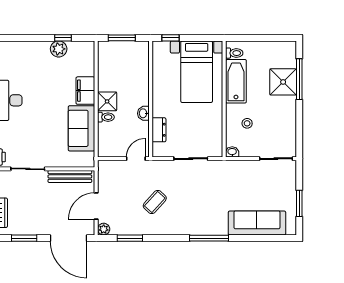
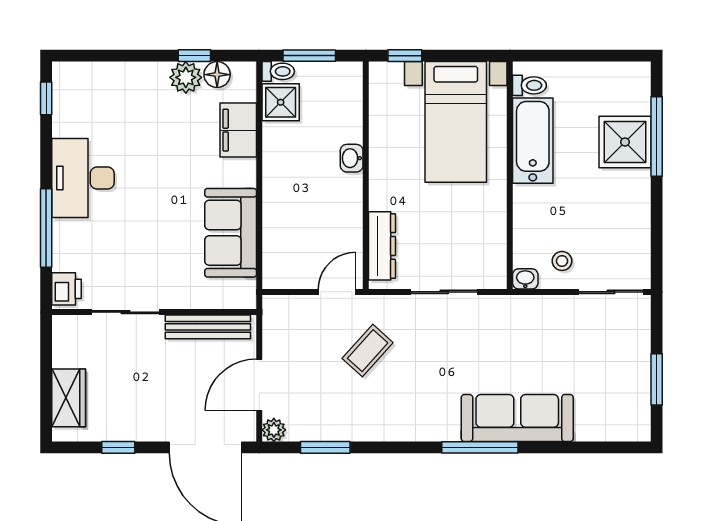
floor lamp: (75, 47) -> (217, 75), added
filing cabinet: (85, 91) -> (238, 130), moved
shower: (107, 101) -> (281, 102), moved
washbasin: (143, 113) -> (352, 158), moved
toilet: (106, 117) -> (278, 71), moved
stool: (247, 123) -> (562, 261), moved
dresser: (159, 130) -> (382, 246), width x1.44
coffee table: (155, 202) -> (368, 351), moved
sofa: (257, 223) -> (517, 418), moved
window: (24, 238) -> (118, 447), width x0.67

